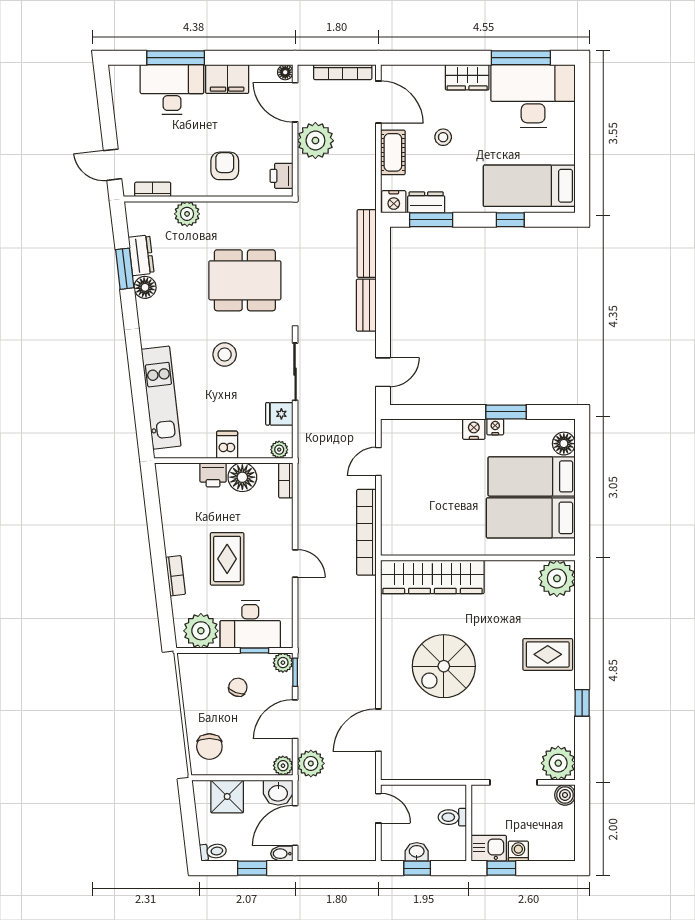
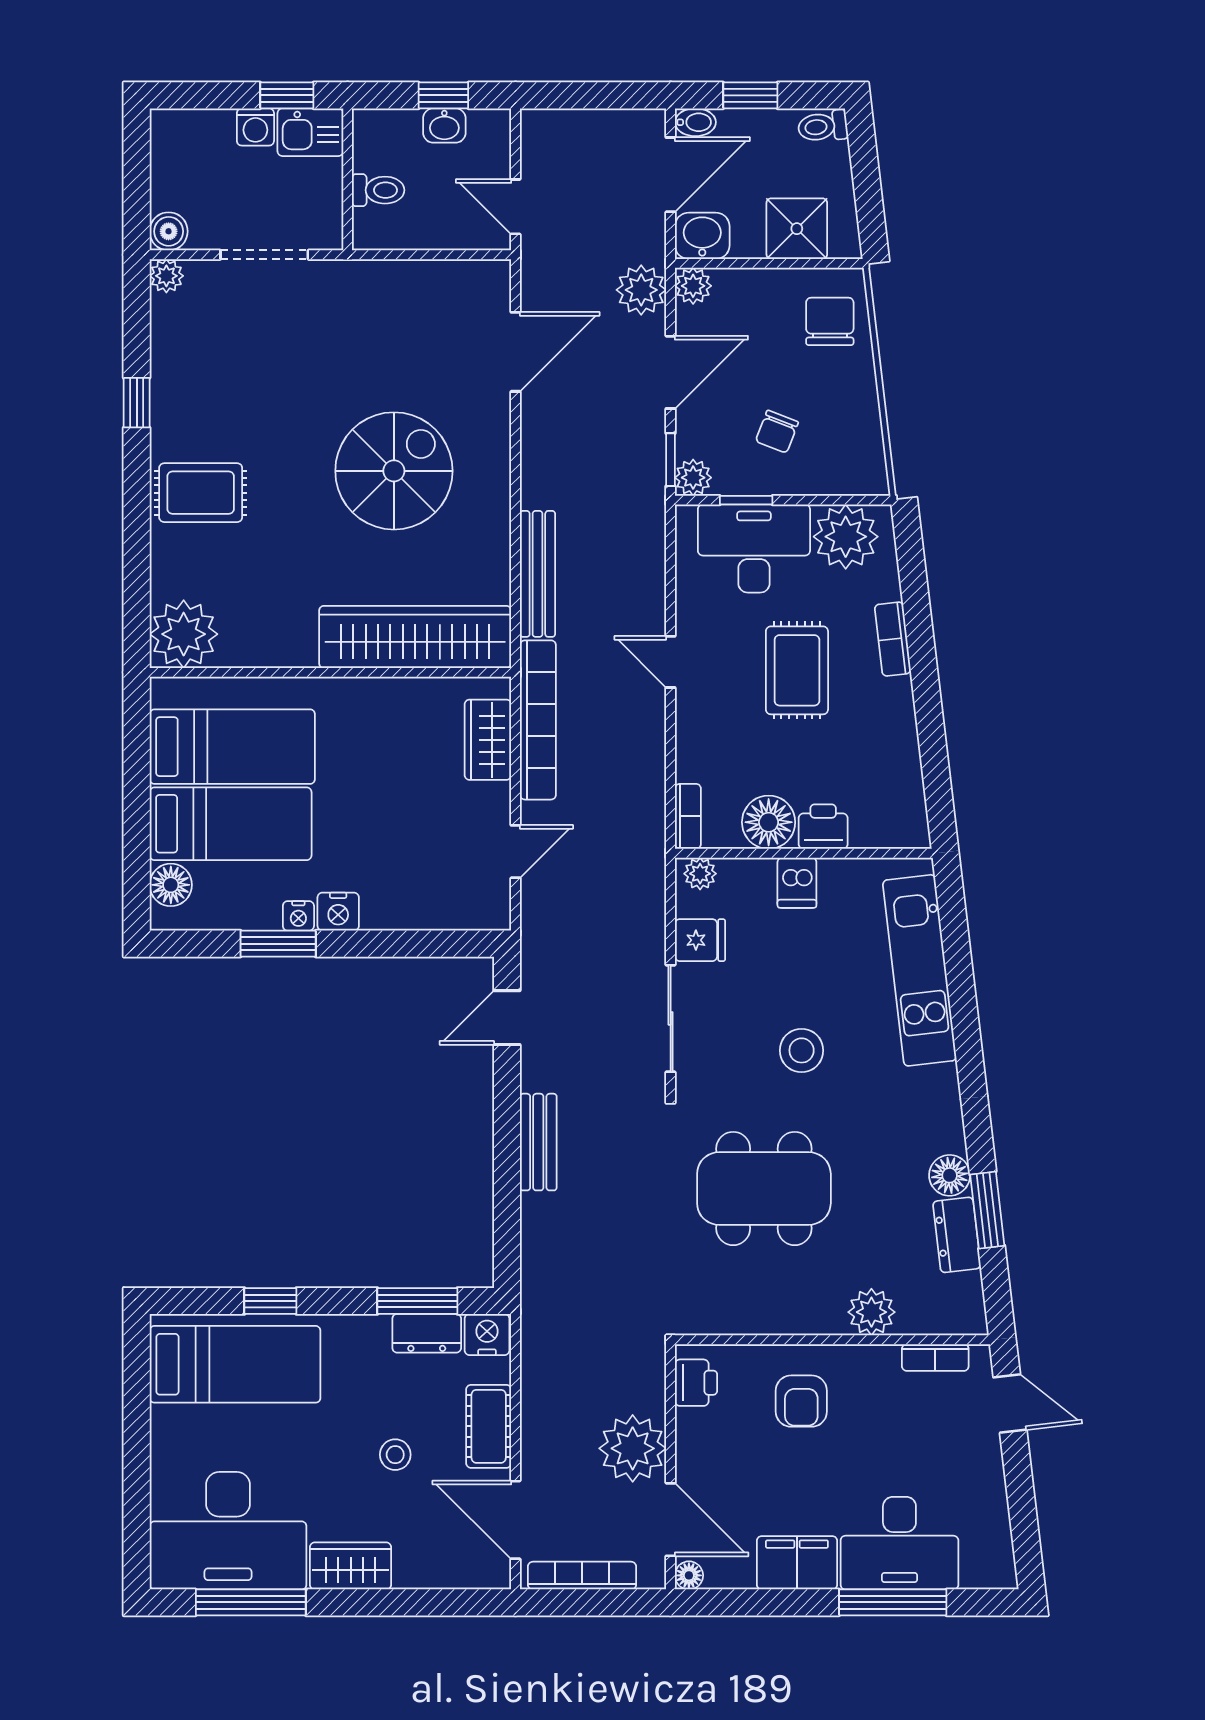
bench: (367, 244) -> (537, 574), moved
wardrobe: (393, 522) -> (488, 740), added
plant: (558, 763) -> (166, 276), width x0.53, depth x0.53

